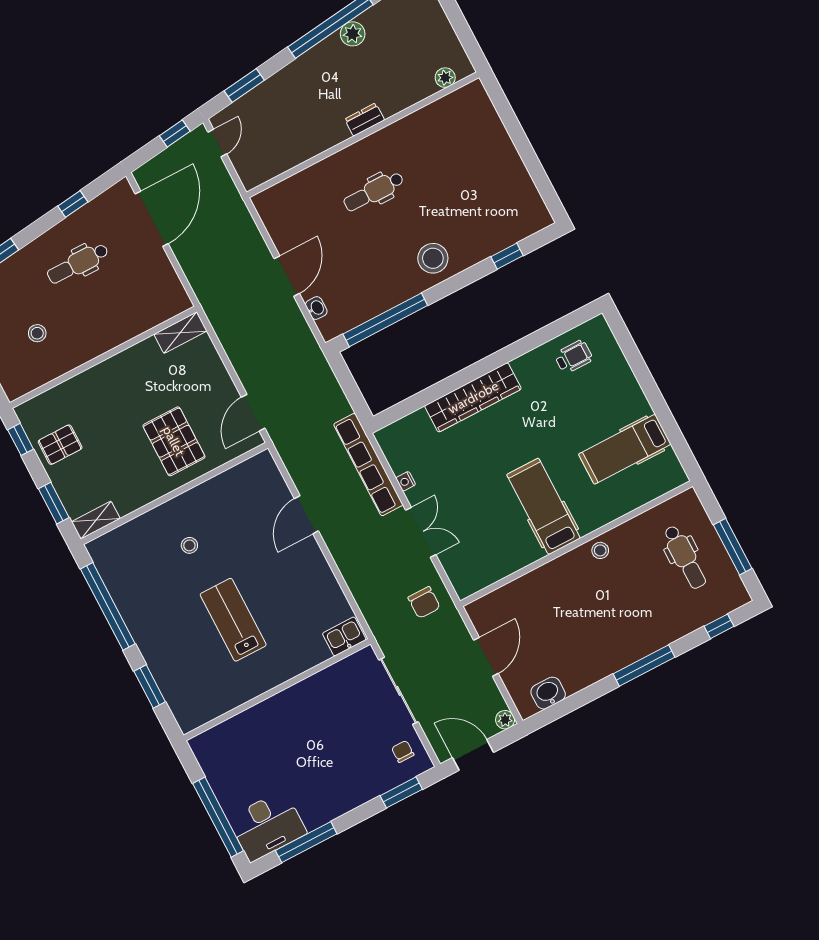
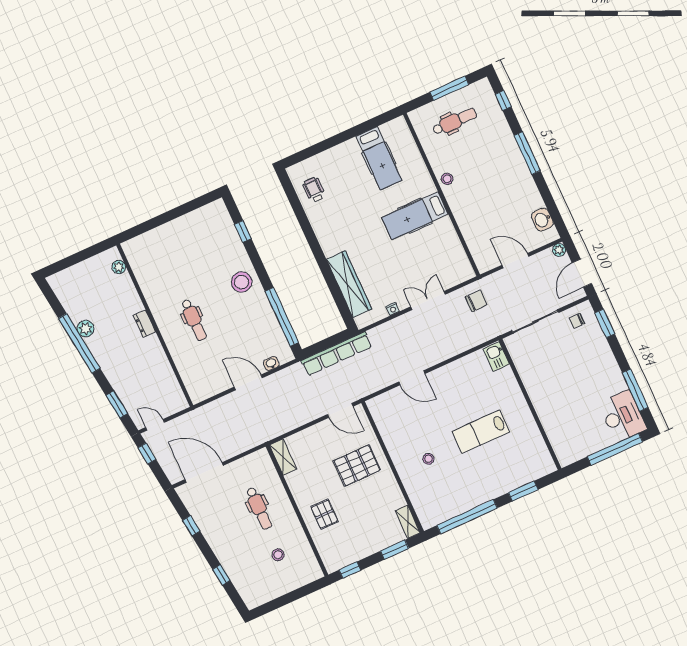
dental chair: (78, 263) -> (259, 508), moved
wardrobe: (473, 397) -> (349, 284), moved
pallet: (60, 445) -> (324, 514), moved
row of seats: (368, 465) -> (336, 354), moved

